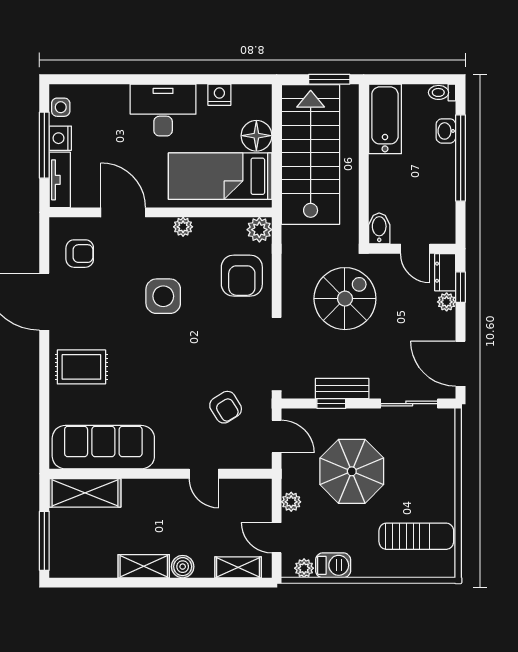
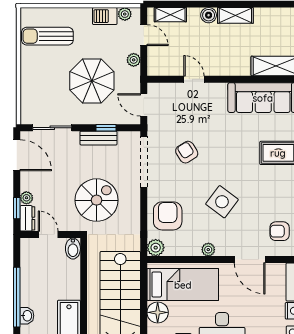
side table: (163, 296) -> (222, 202), turned 37
spiral stairs: (345, 299) -> (97, 200), turned 180
armchair: (226, 407) -> (187, 152), moved

